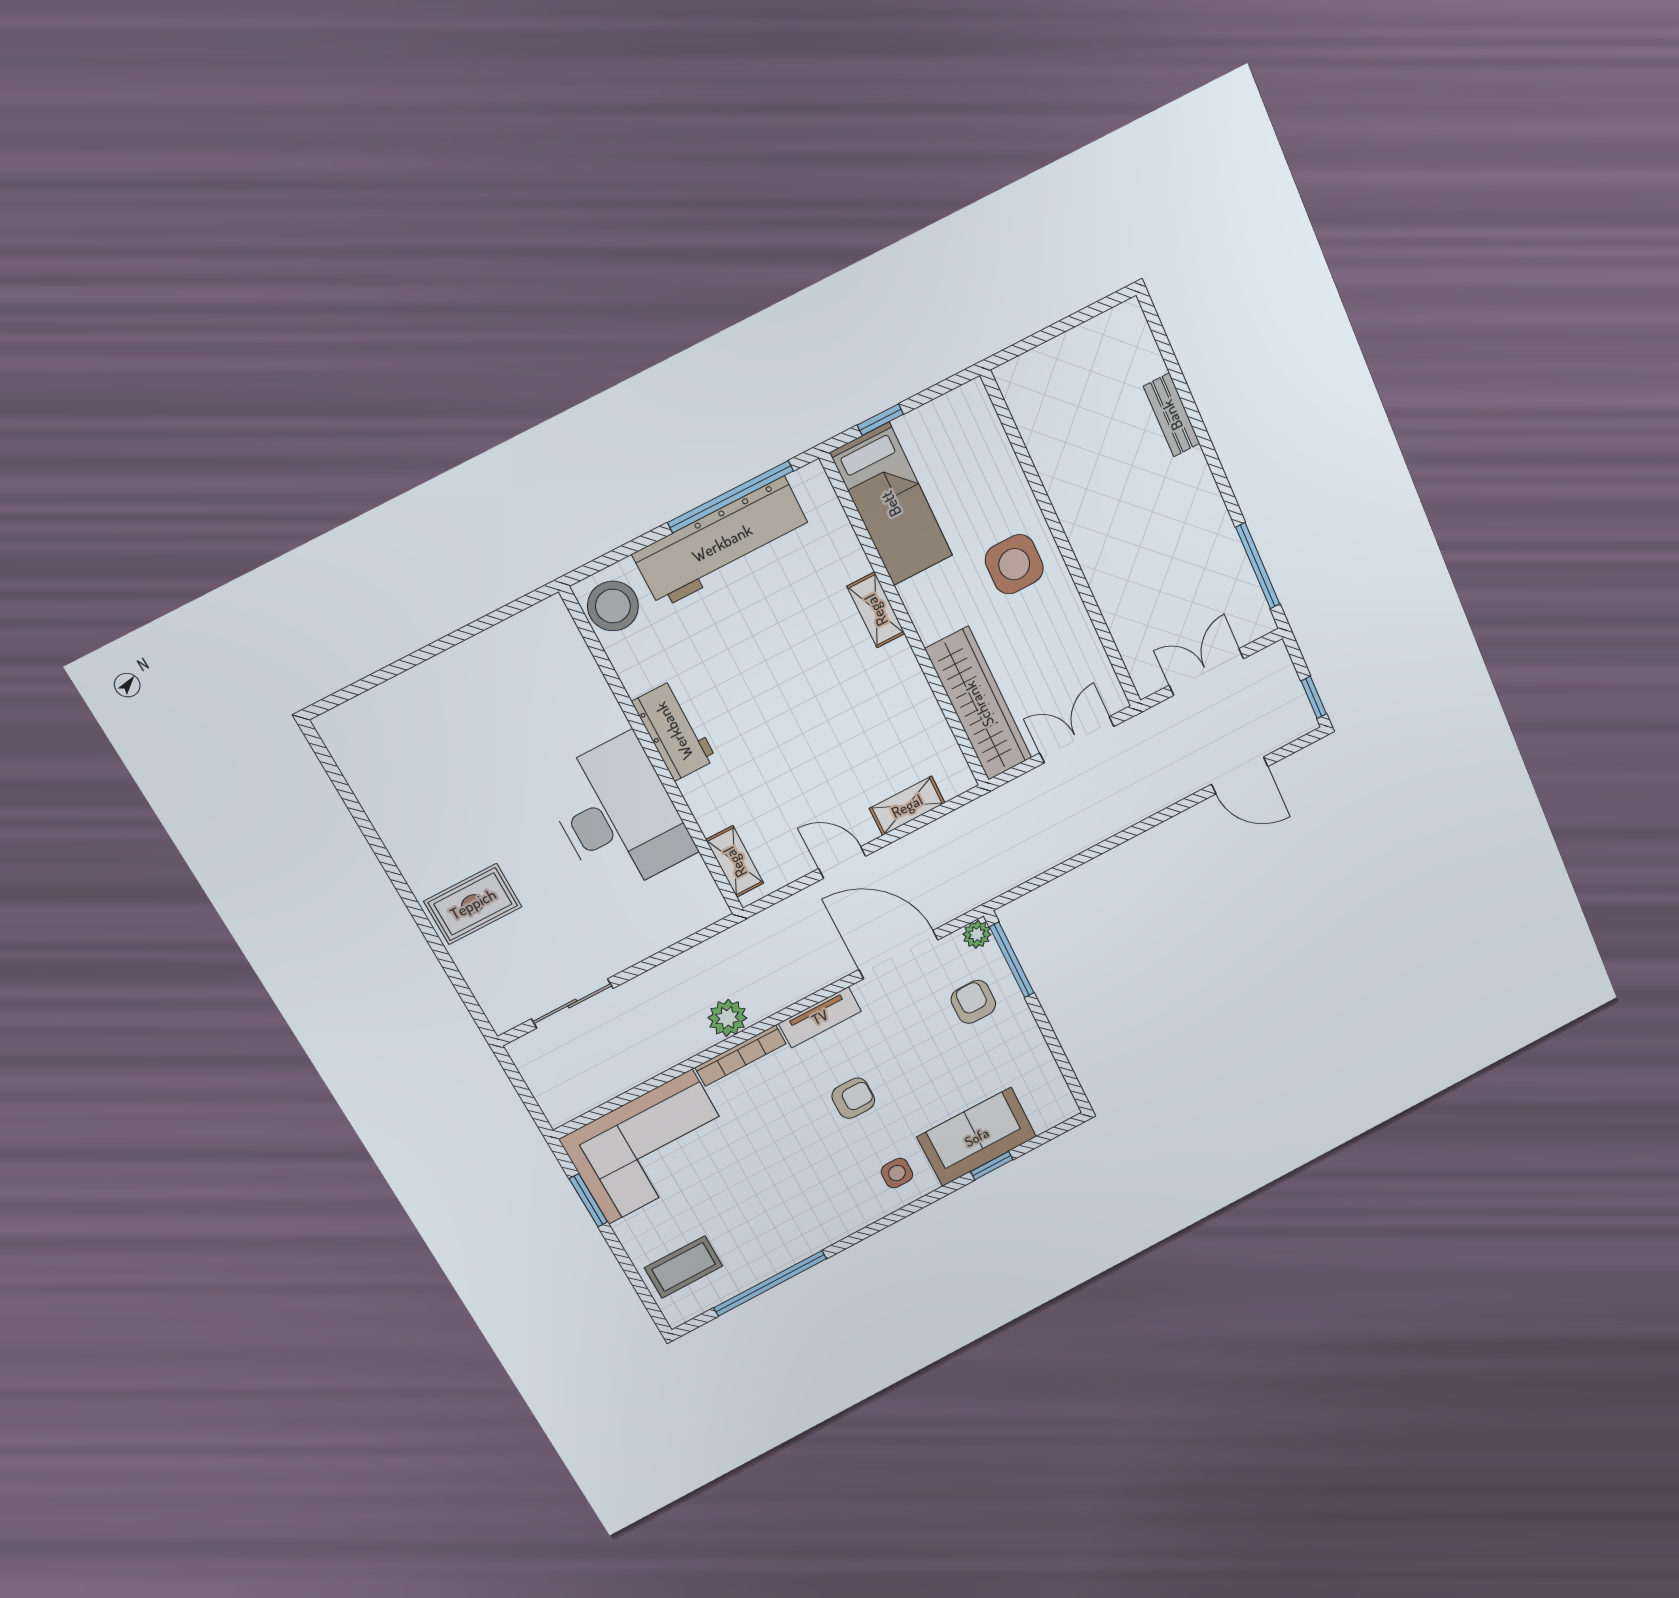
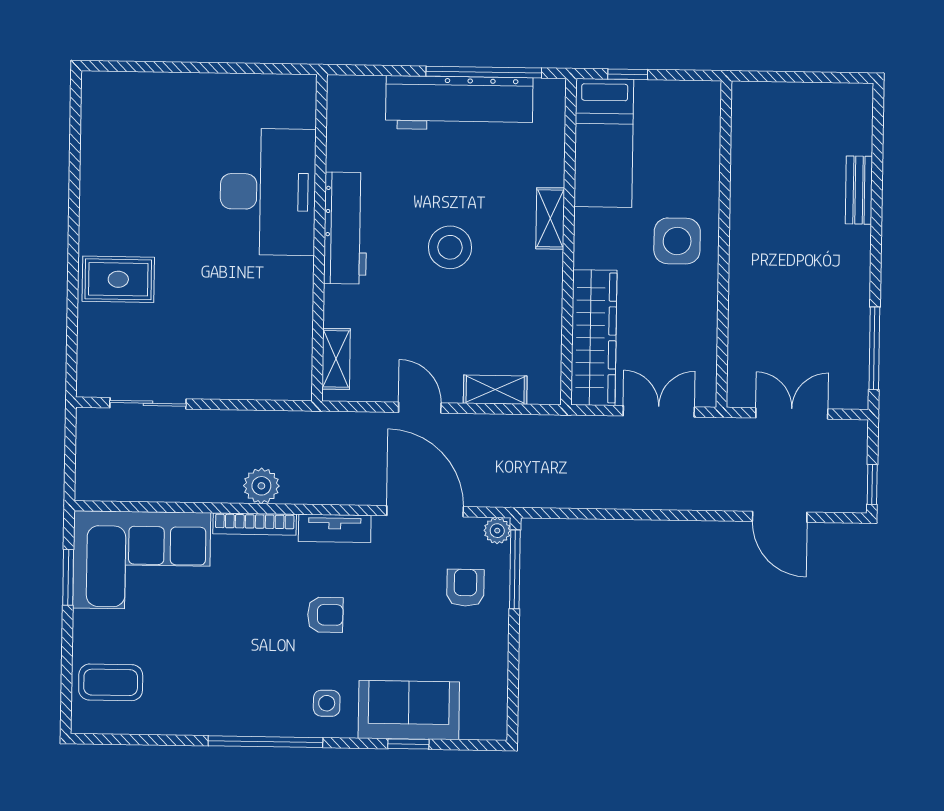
stool: (613, 606) -> (450, 247), moved
workbench: (674, 731) -> (345, 228), width x1.38
desk: (618, 816) -> (268, 192), moved
window: (770, 1283) -> (265, 742), moved

